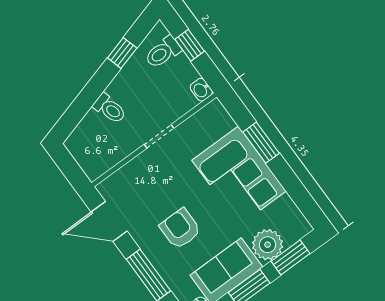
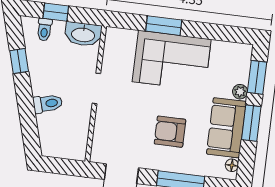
toilet: (163, 52) -> (44, 30), width x0.73, depth x0.72
washbasin: (201, 90) -> (83, 34), width x1.91, depth x1.45
plant: (268, 245) -> (240, 92), width x0.53, depth x0.53

